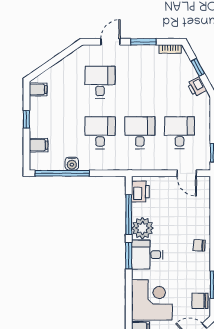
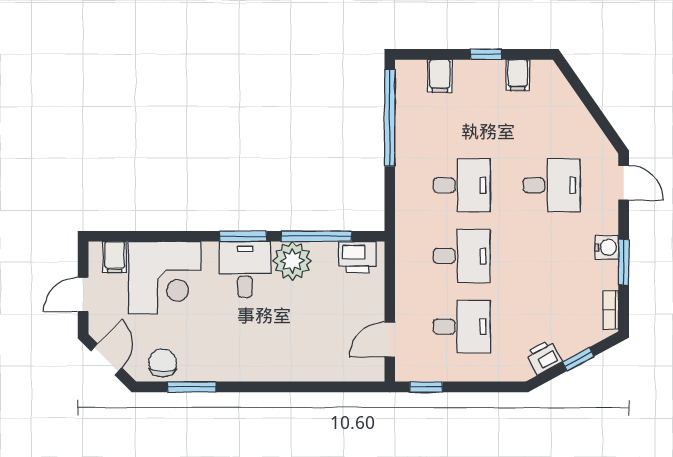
door: (110, 42) -> (624, 183), moved
filing cabinet: (38, 89) -> (518, 75), moved
water cooler: (72, 164) -> (607, 247), moved, turned 180
chair: (199, 245) -> (261, 361), removed

